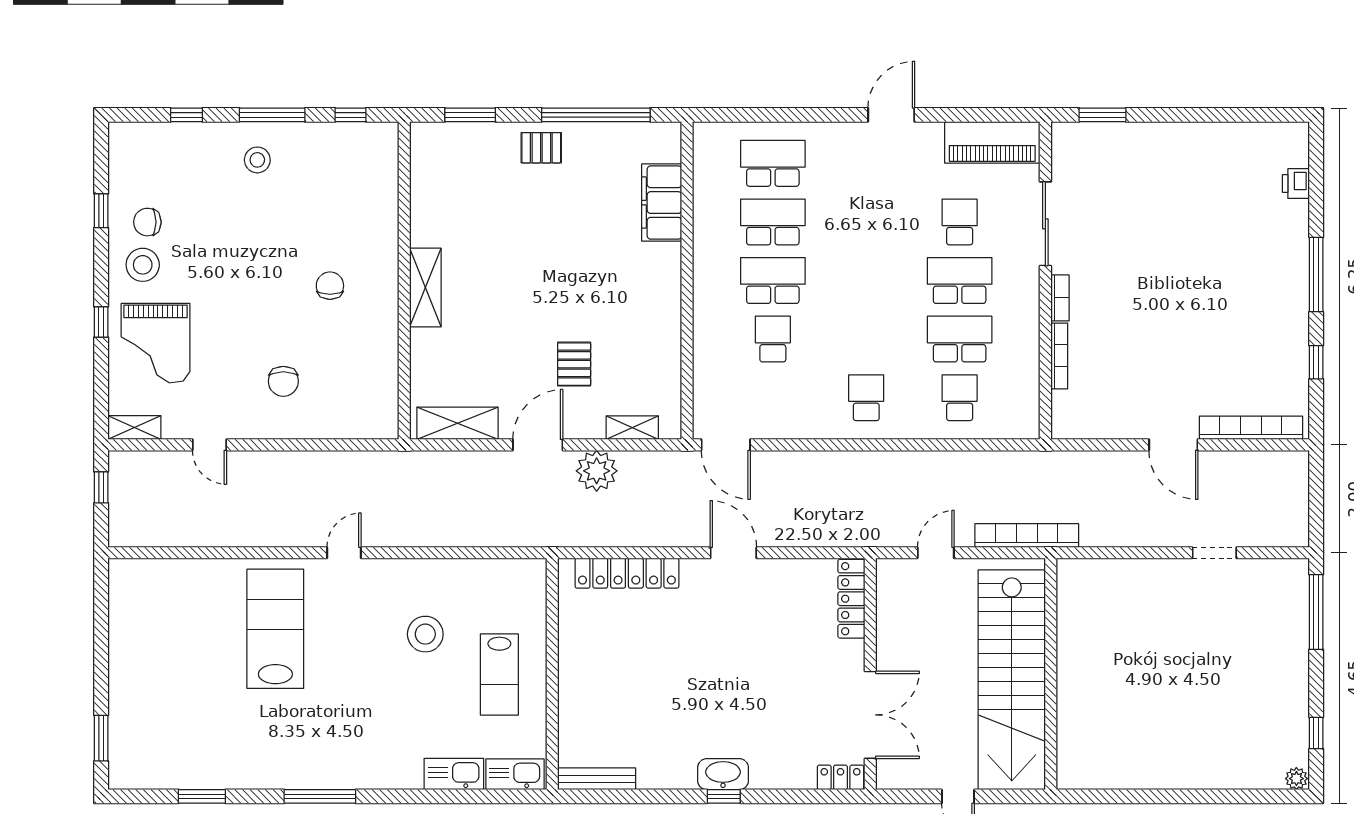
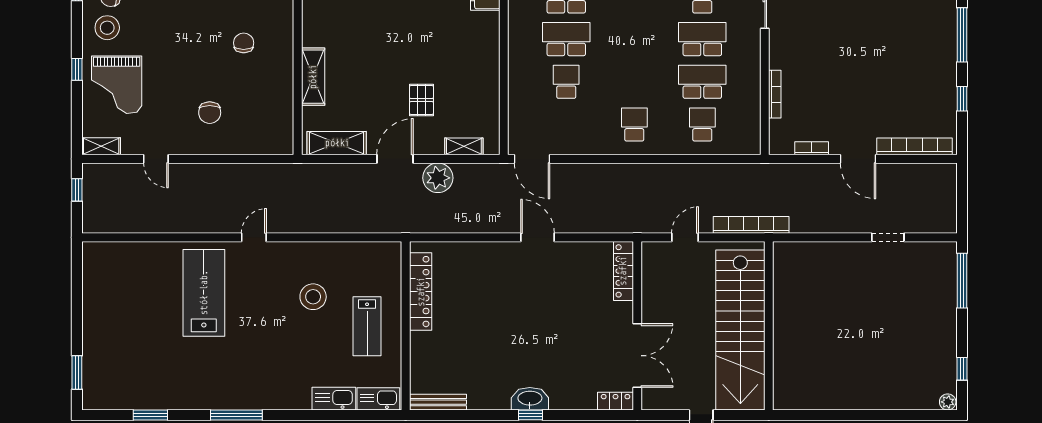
shelving: (425, 287) -> (313, 77), moved
bookcase: (1060, 298) -> (812, 148), moved, turned -90
locker: (627, 573) -> (421, 292), moved, turned -90

